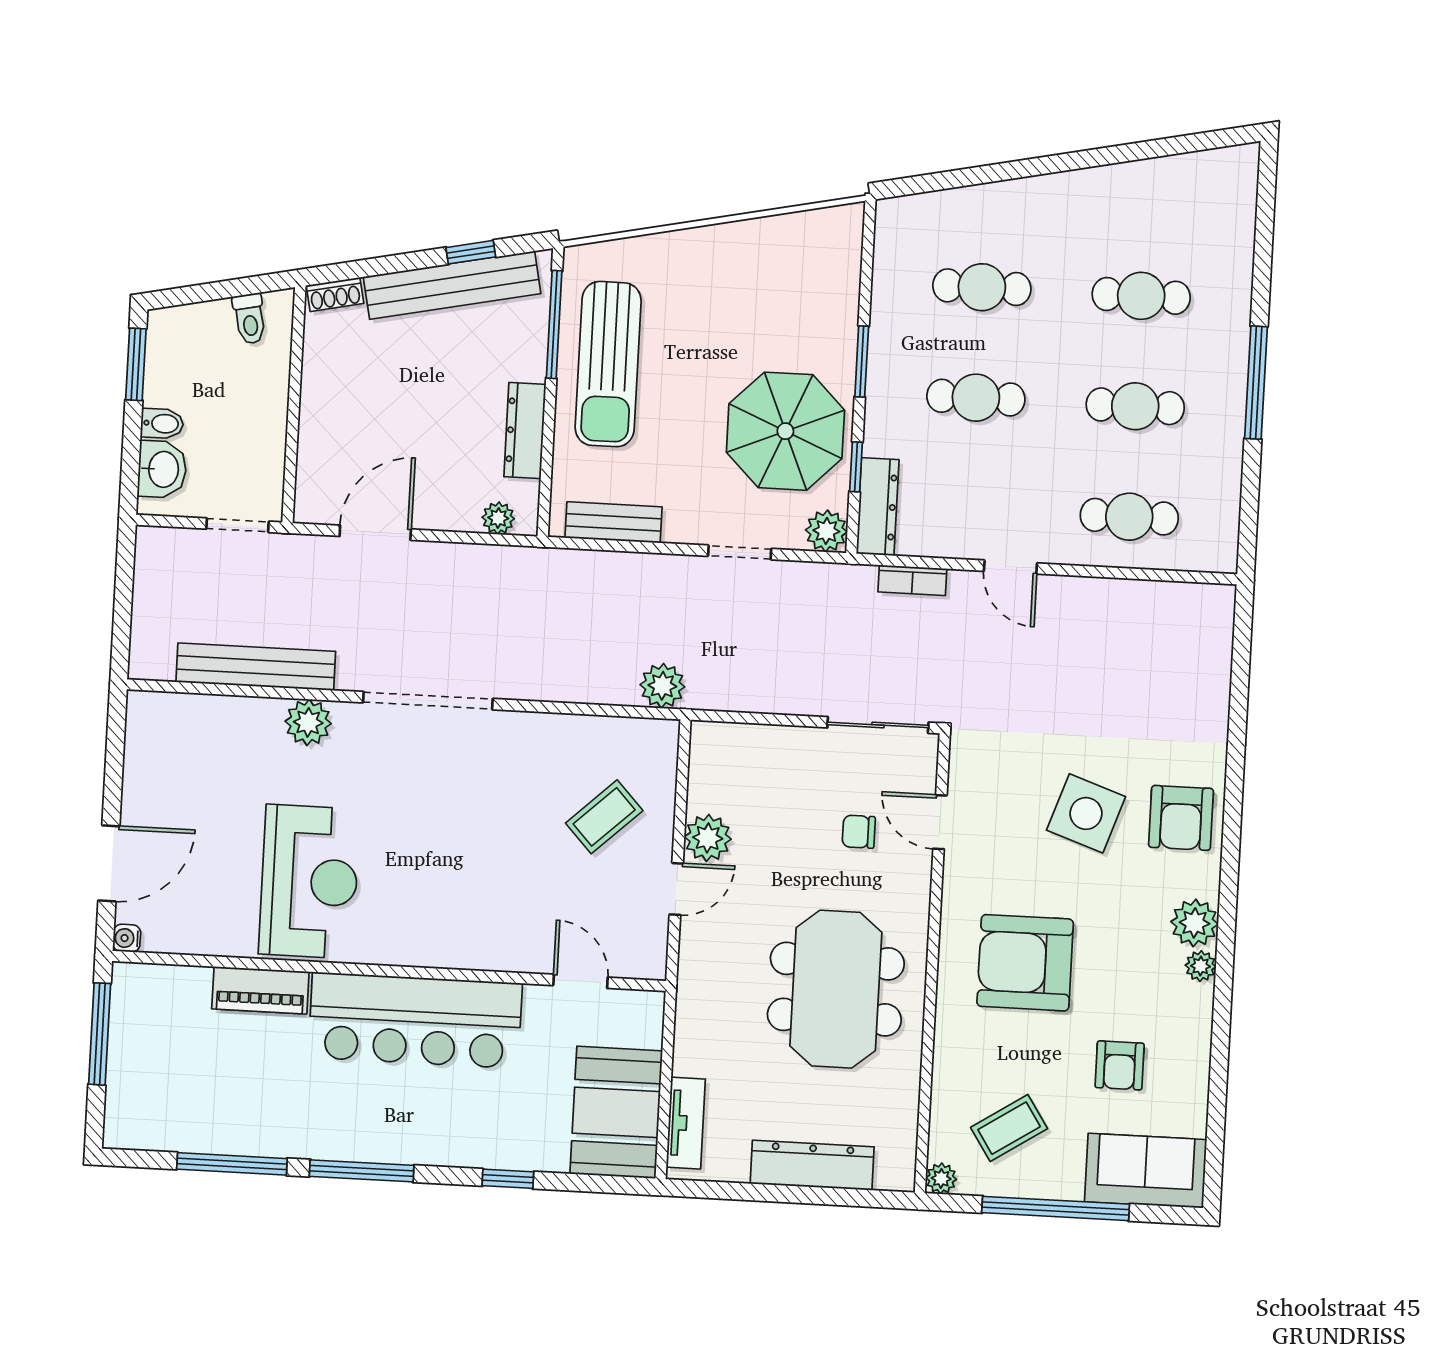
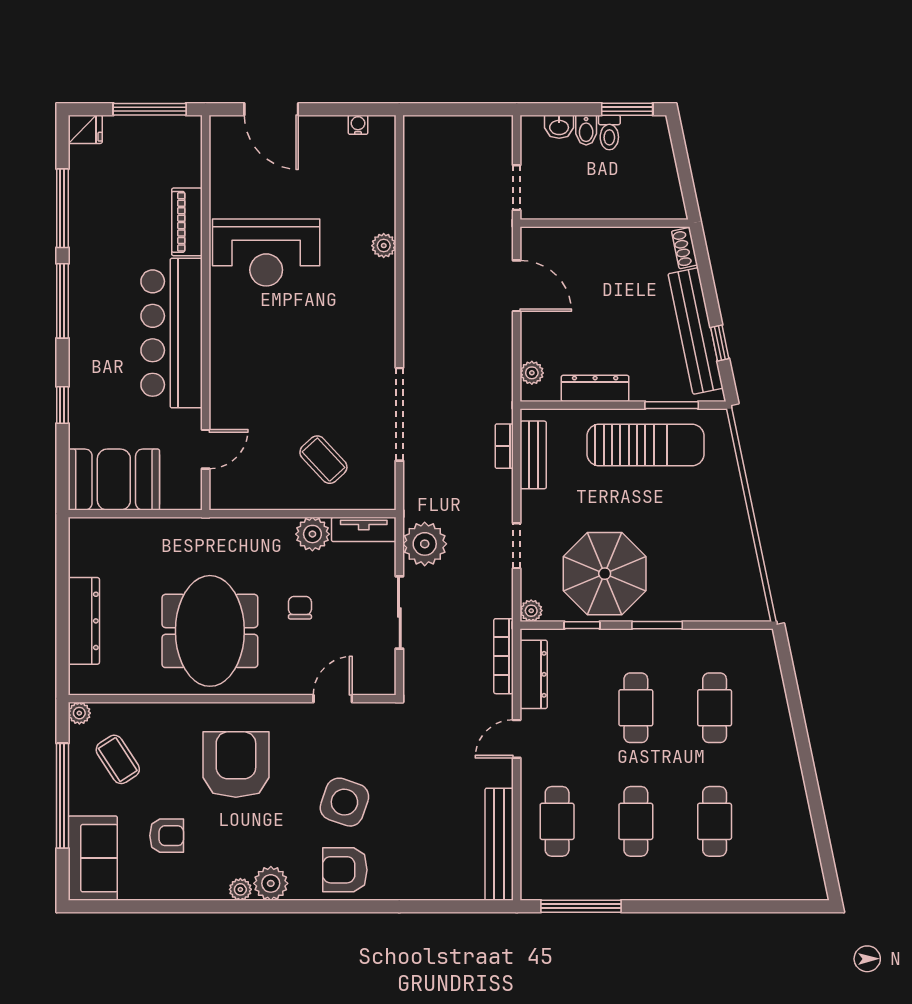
toilet: (250, 319) -> (609, 132), moved, turned -78
window: (554, 324) -> (672, 405), width x0.69
sun lounger: (608, 364) -> (646, 445), turned 180
window: (1256, 383) -> (581, 906), moved
washbasin: (162, 469) -> (559, 127), width x0.72, depth x0.69
dresser: (878, 507) -> (534, 674), moved, turned -90
plant: (826, 531) -> (531, 611), width x0.73, depth x0.73
bookcase: (599, 562) -> (504, 446), added
bookcase: (912, 580) -> (504, 656), width x1.56
bench: (256, 667) -> (499, 844), moved
plant: (662, 686) -> (425, 544), moved, width x1.36, depth x1.36
doorway: (428, 701) -> (399, 414), moved
plant: (308, 722) -> (384, 246), width x0.73, depth x0.73
sliding door: (878, 725) -> (399, 613), moved
chair: (859, 832) -> (300, 608), moved
door: (676, 889) -> (275, 514), removed
water cooler: (127, 938) -> (358, 125), moved
meeting table: (836, 989) -> (210, 631), turned 90
armchair: (1120, 1065) -> (167, 836), turned 180
tv unit: (686, 1123) -> (364, 529), moved
fridge: (123, 1126) -> (85, 129), added

